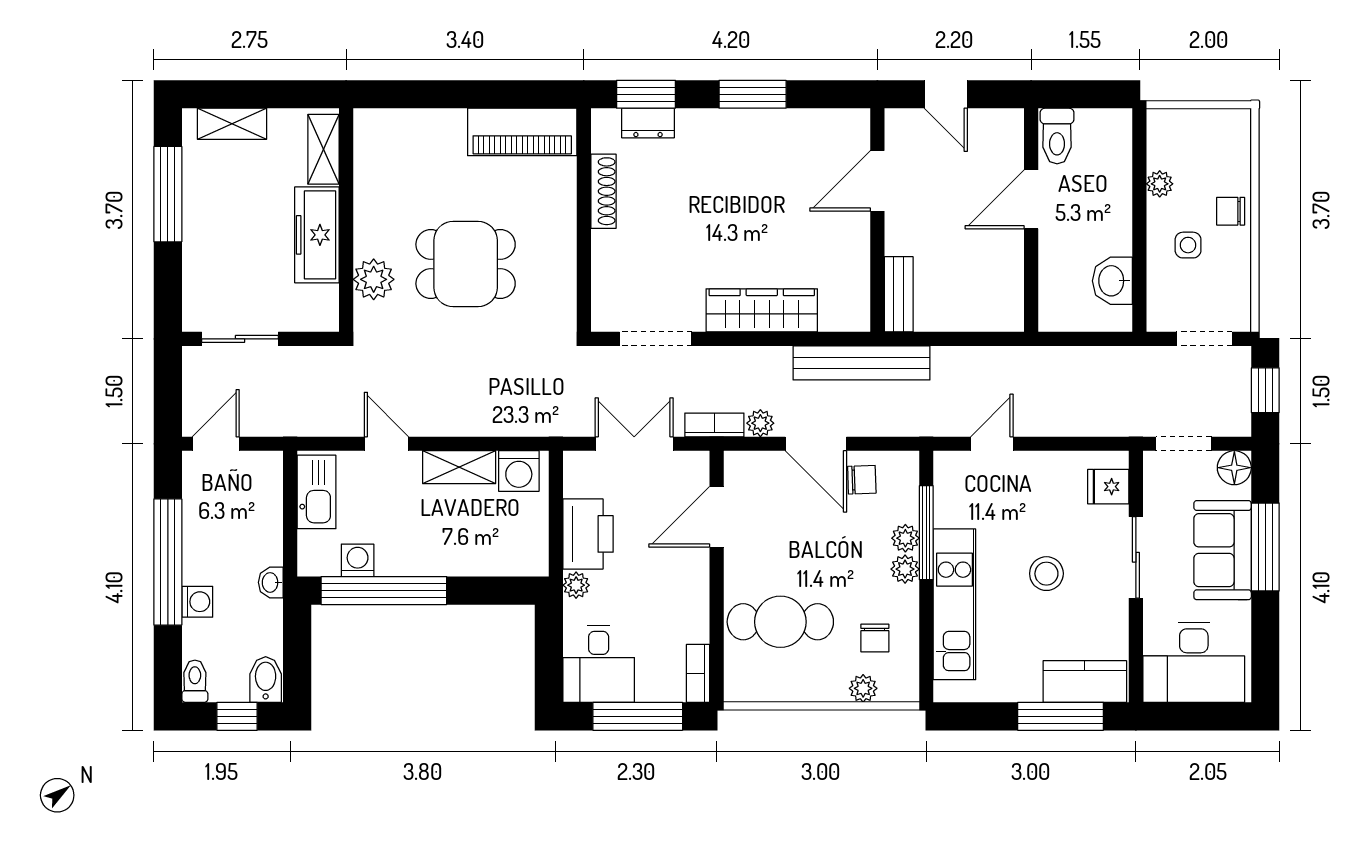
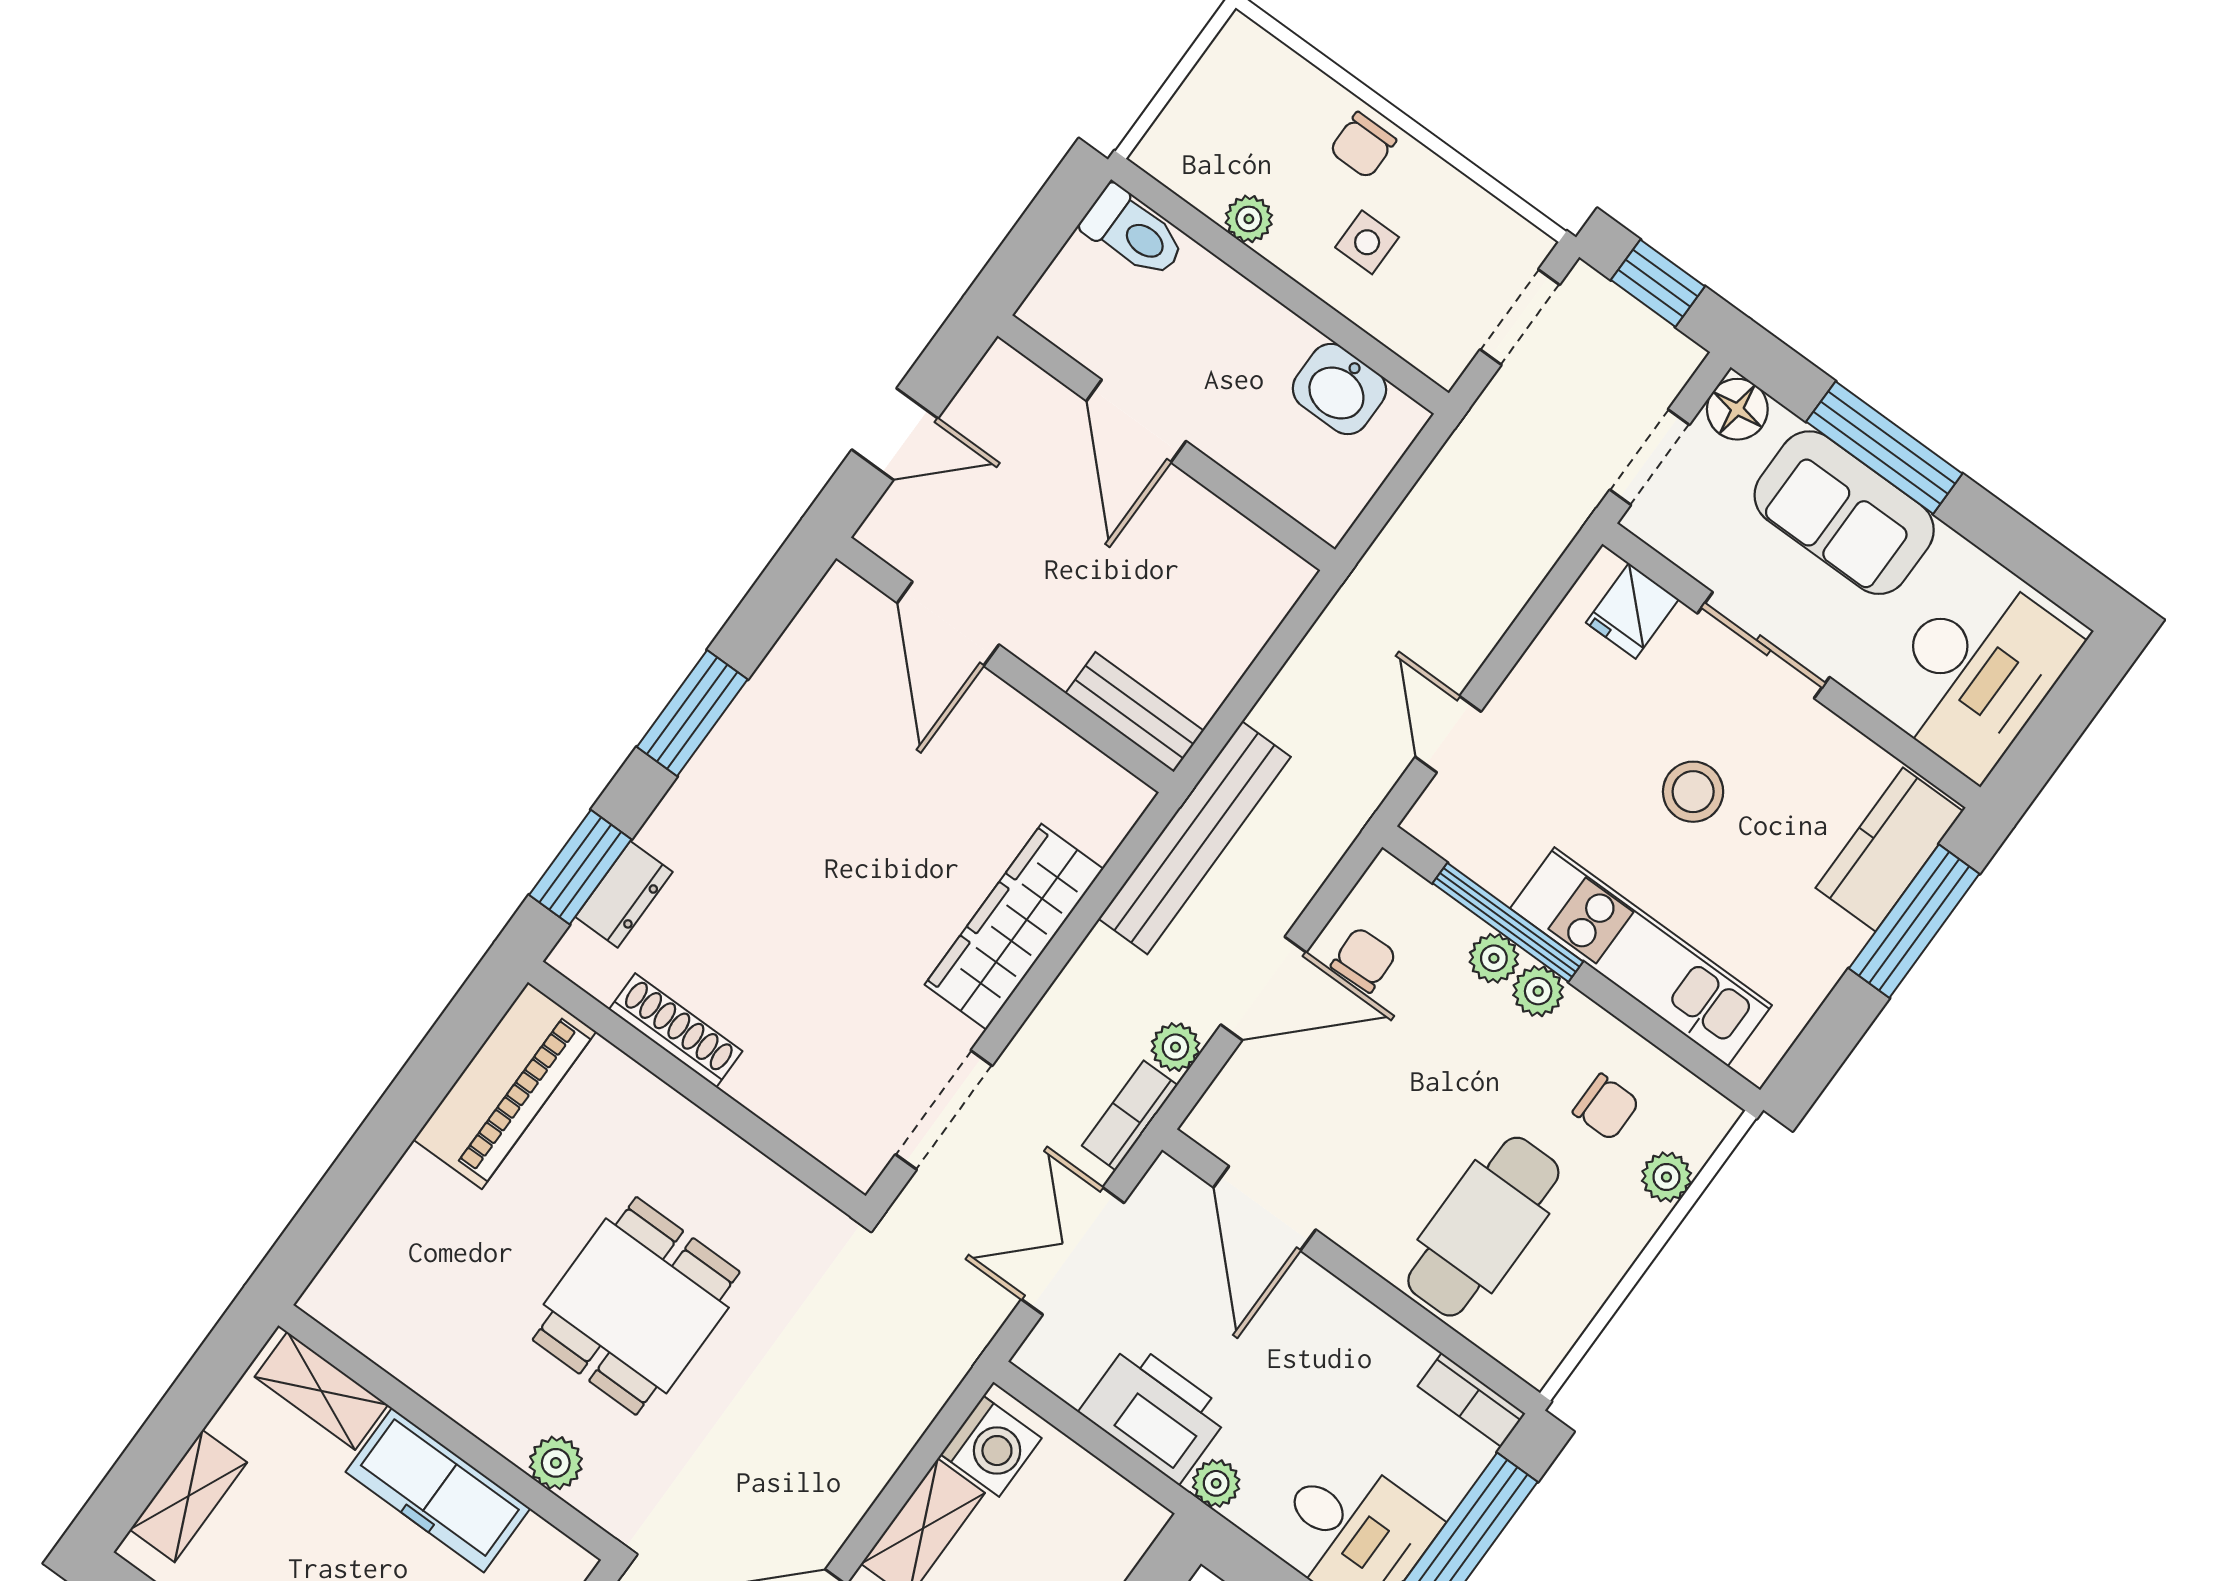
toilet: (1057, 136) -> (1134, 233), moved
plant: (374, 279) -> (556, 1463), width x0.73, depth x0.73

